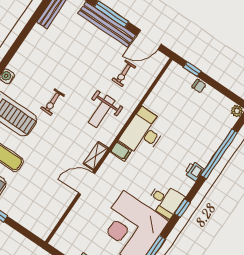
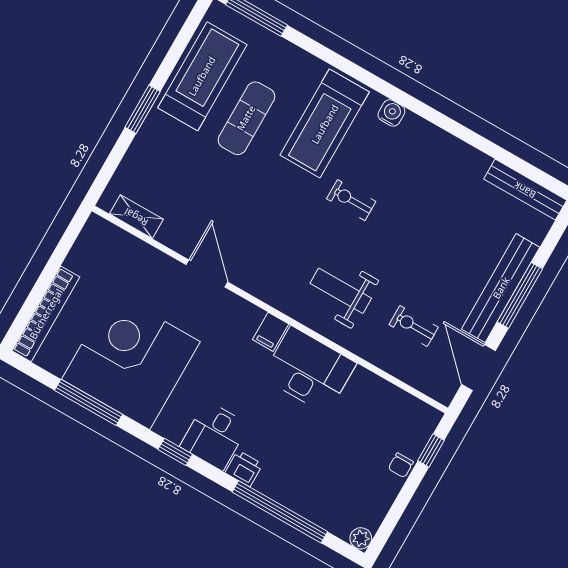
shelving: (96, 156) -> (136, 217), moved
desk: (165, 200) -> (214, 436), moved

